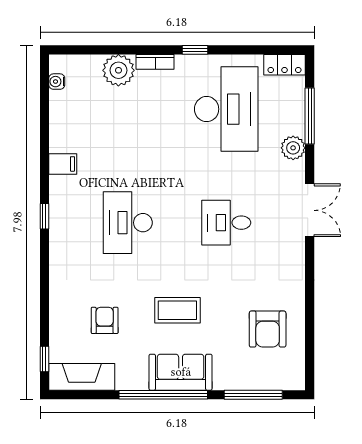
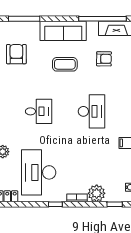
window: (85, 50) -> (115, 204), added
armchair: (105, 320) -> (104, 59), turned -89
sofa: (181, 372) -> (63, 31), width x1.36
window: (163, 395) -> (102, 19), moved

